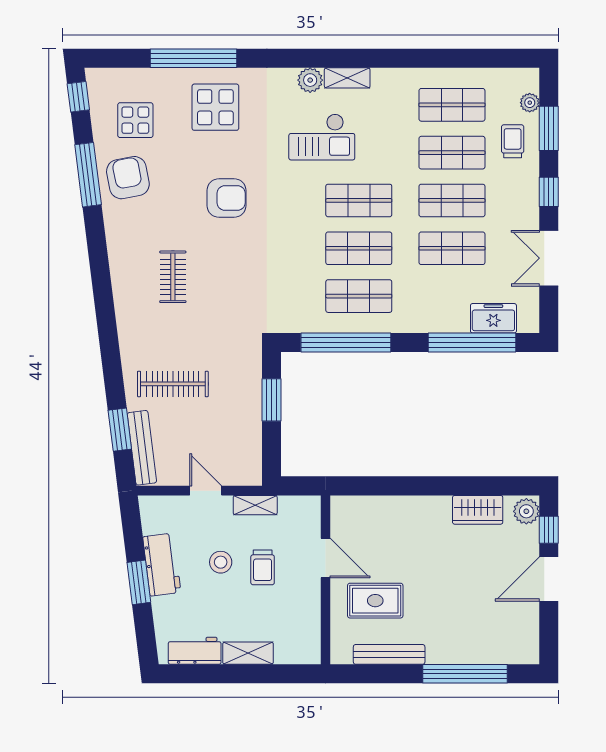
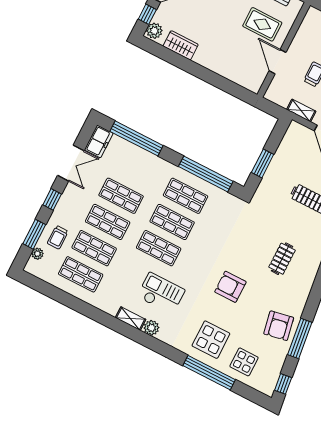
display table: (135, 120) -> (244, 362), moved
freezer: (493, 318) -> (99, 141), moved, turned -90

